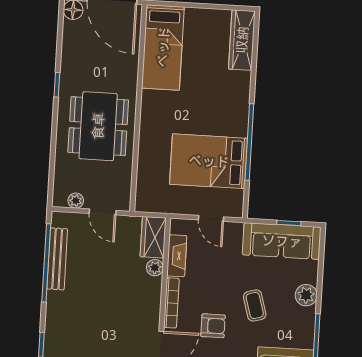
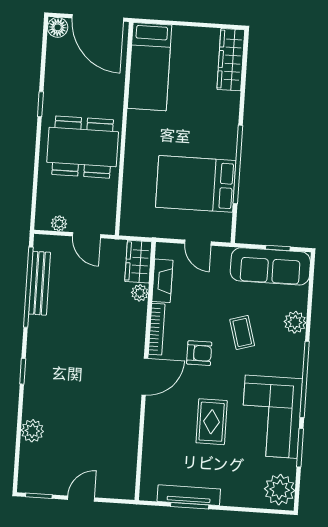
dining table: (98, 126) -> (83, 147), turned 90

